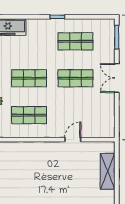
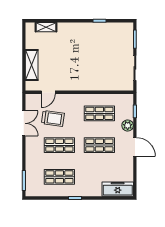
double door: (117, 78) -> (24, 123), moved
trolley: (83, 109) -> (53, 118), added
door: (73, 140) -> (48, 92), moved

